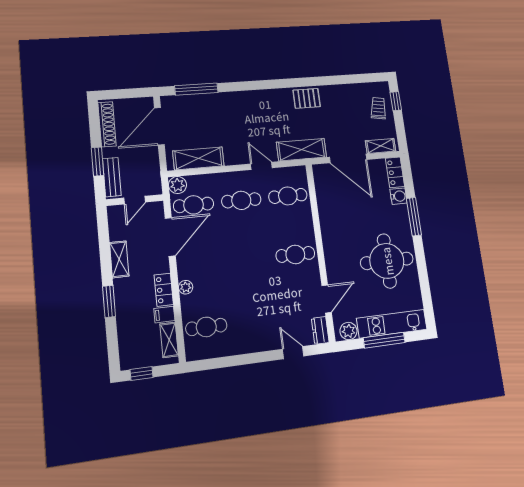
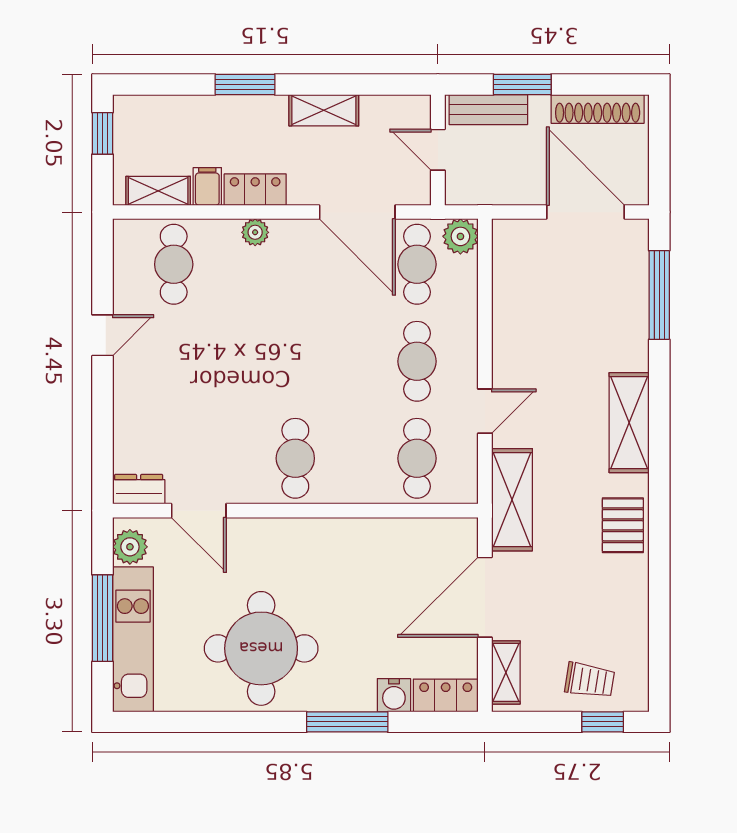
shelving: (198, 158) -> (629, 423), moved
door: (293, 353) -> (102, 335), moved

